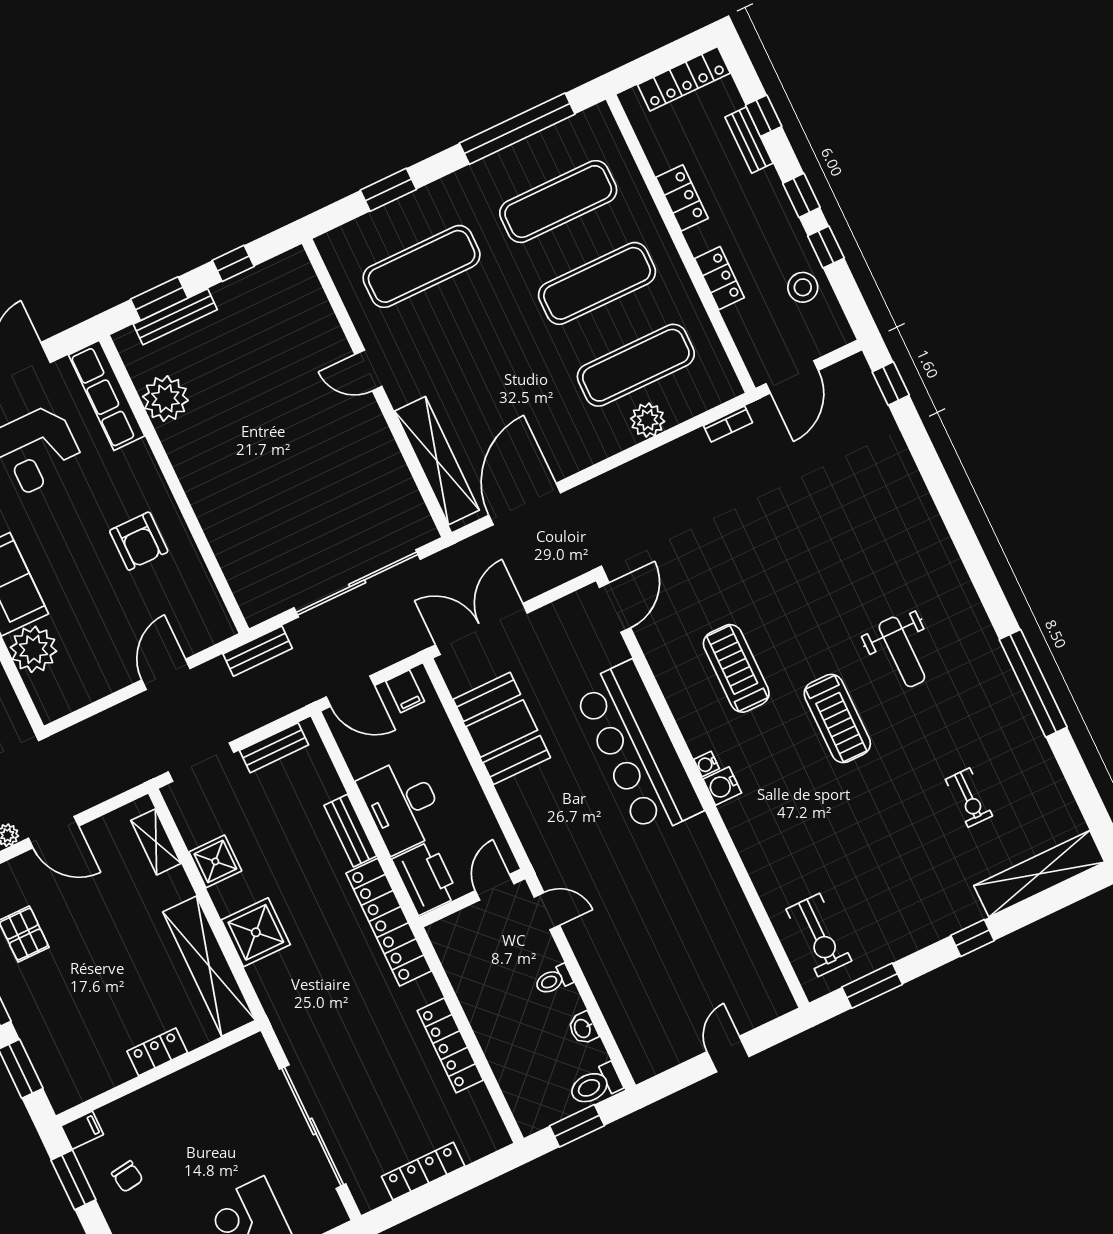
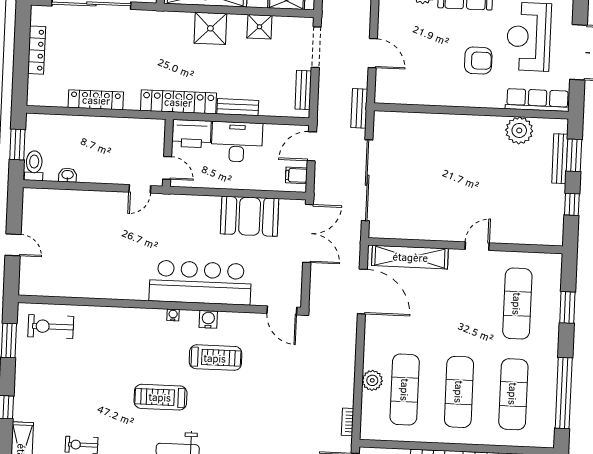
armchair: (139, 541) -> (478, 61), moved, turned 180
water cooler: (722, 786) -> (208, 319), moved
toilet: (554, 980) -> (101, 173), removed

